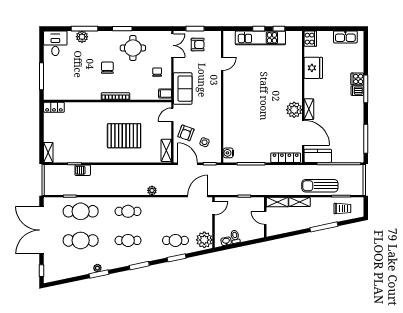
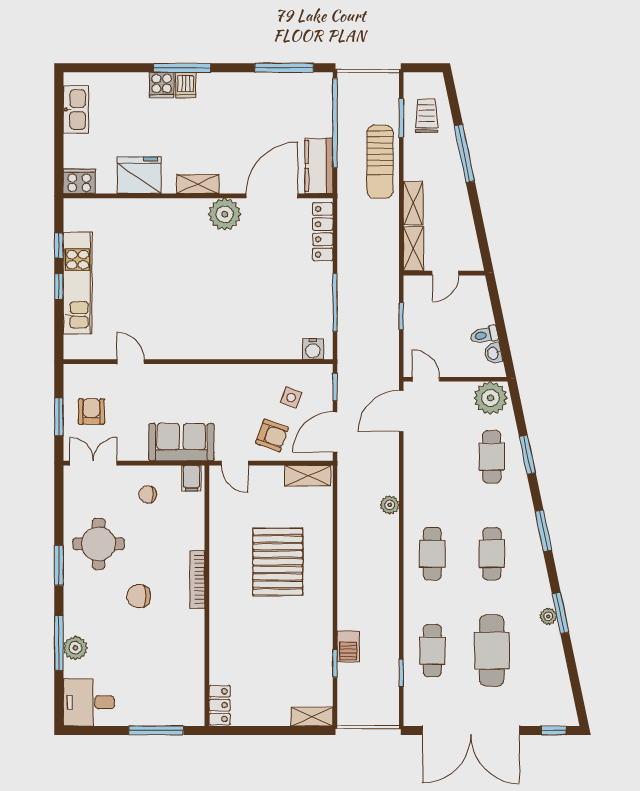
shelving: (309, 109) -> (198, 184), moved
door: (198, 196) -> (401, 411), hinge flipped
cafe table: (81, 211) -> (432, 651), width x0.73, depth x0.74

